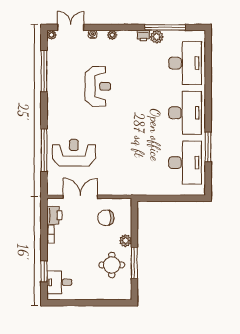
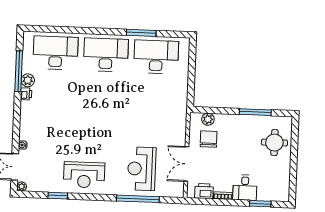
plant: (112, 35) -> (24, 125), removed
window: (44, 71) -> (58, 196), width x0.47
reception desk: (98, 86) -> (84, 175), moved, turned 180
chair: (106, 218) -> (209, 139), turned 180
plant: (125, 241) -> (208, 119), moved
round table: (112, 265) -> (274, 143), moved
desk: (59, 282) -> (245, 188), moved

